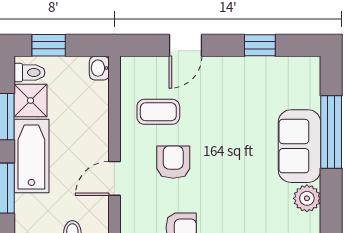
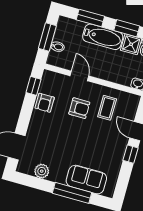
window: (260, 45) -> (131, 154), moved
sofa: (299, 146) -> (86, 180), moved

